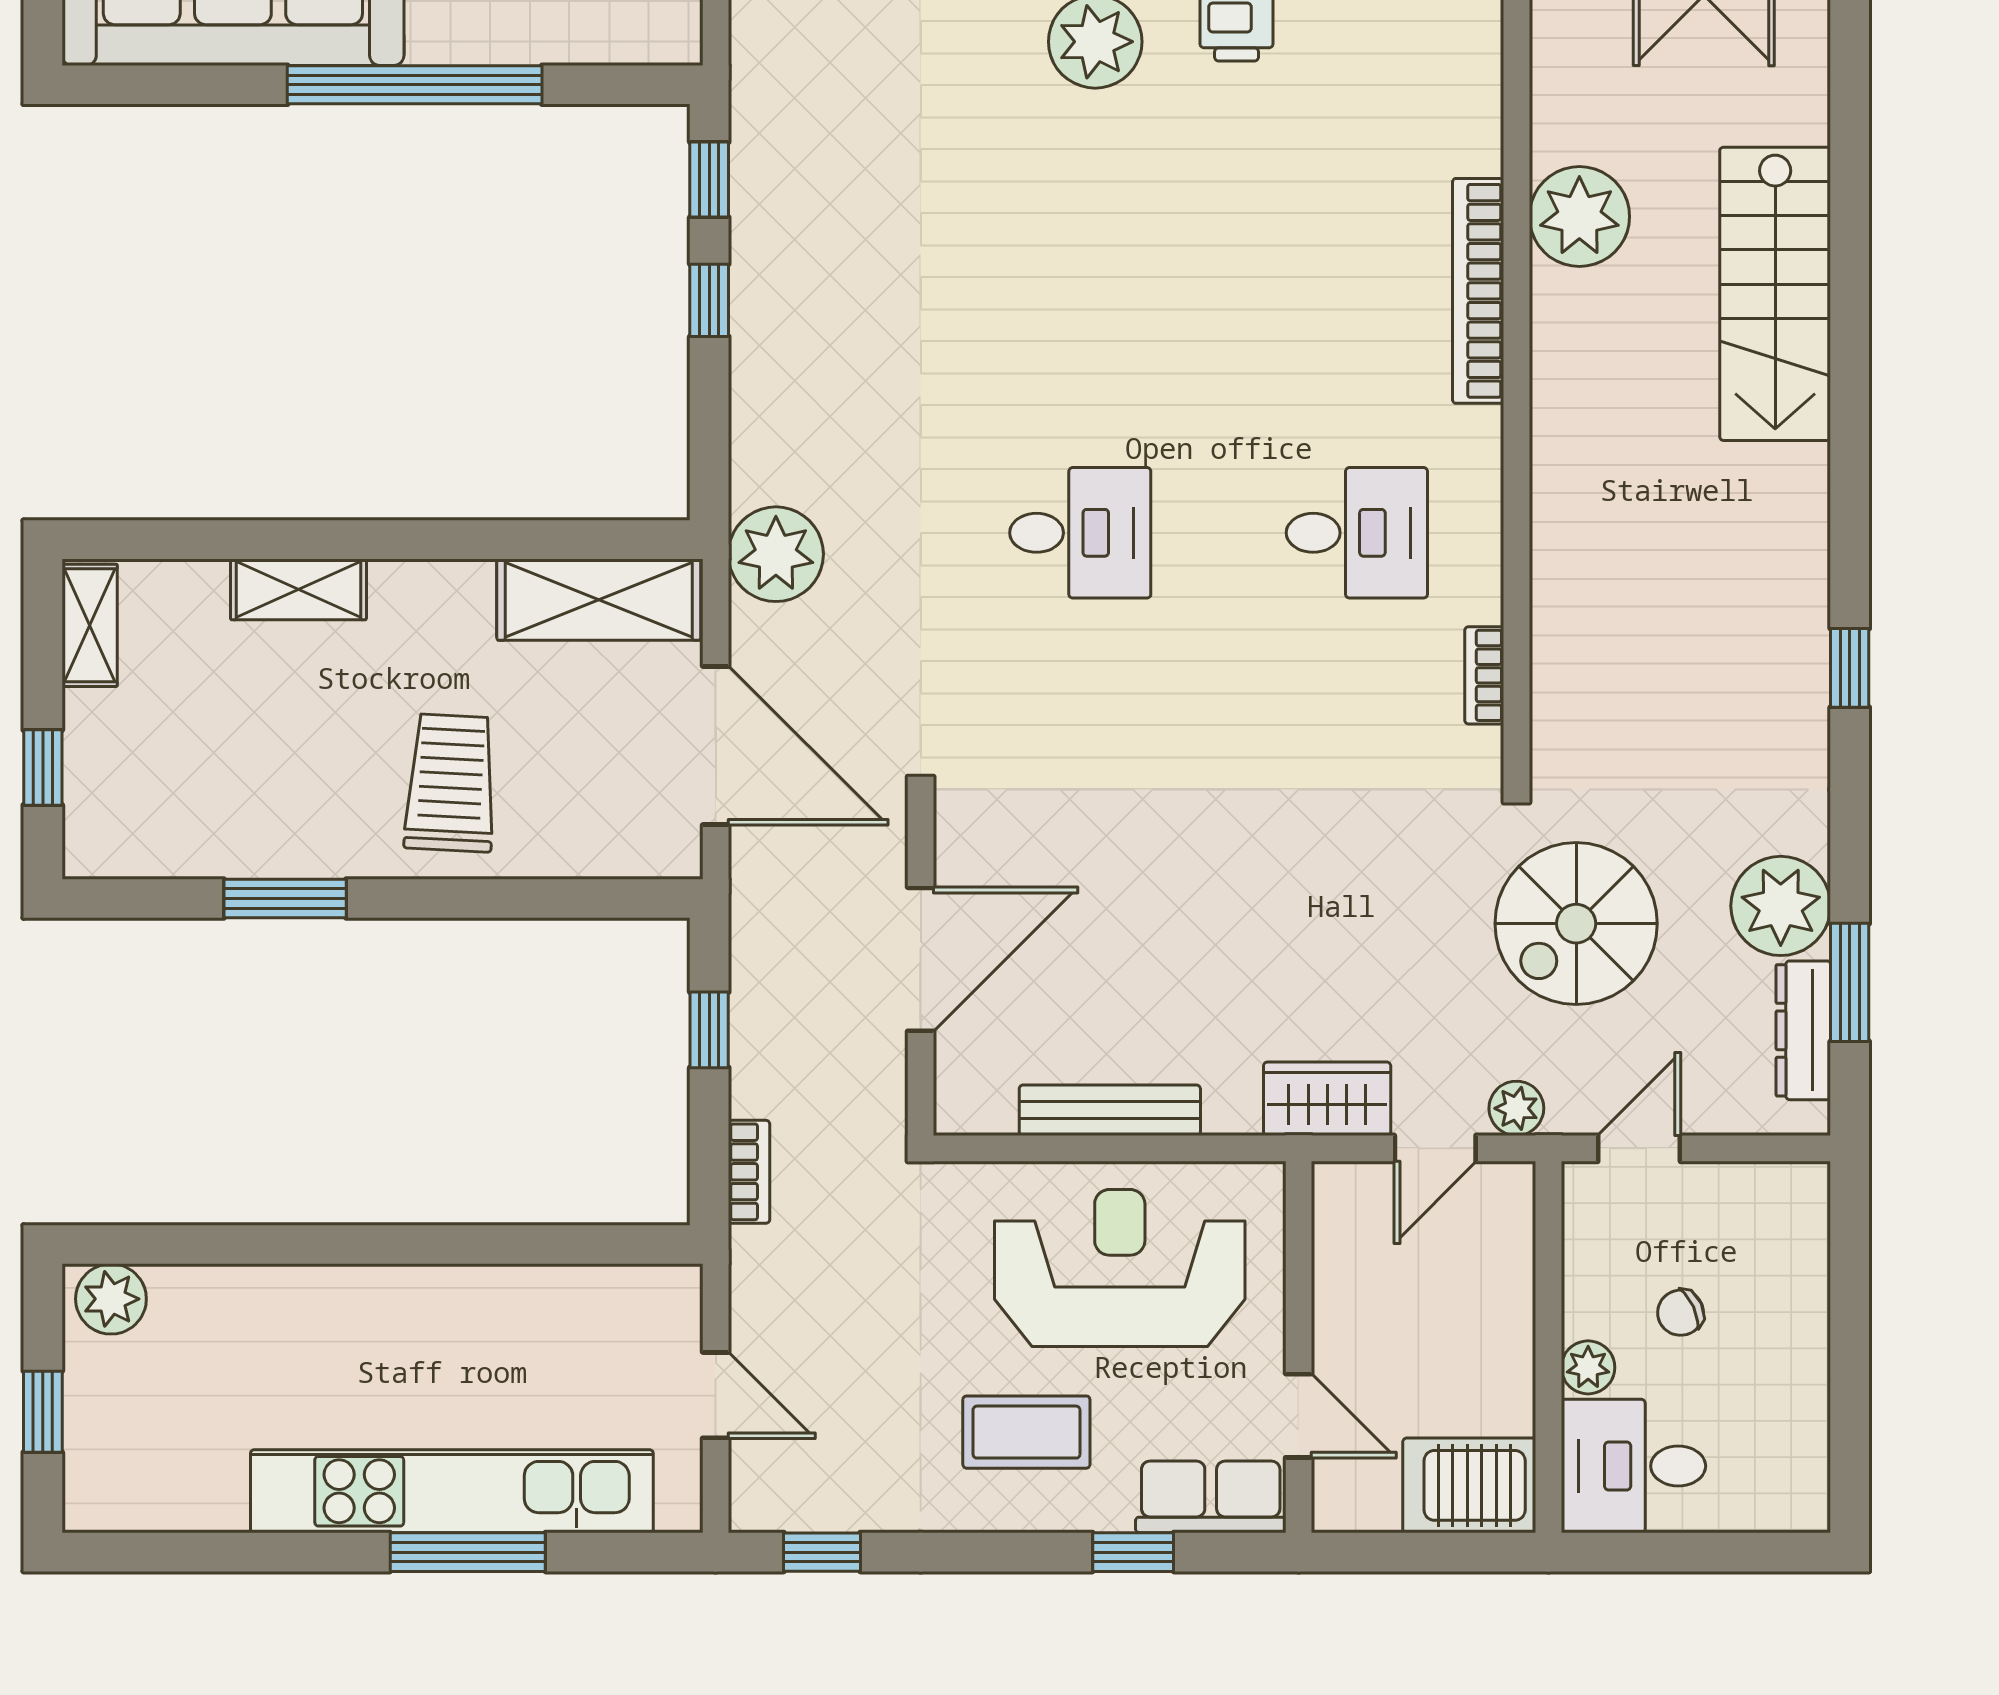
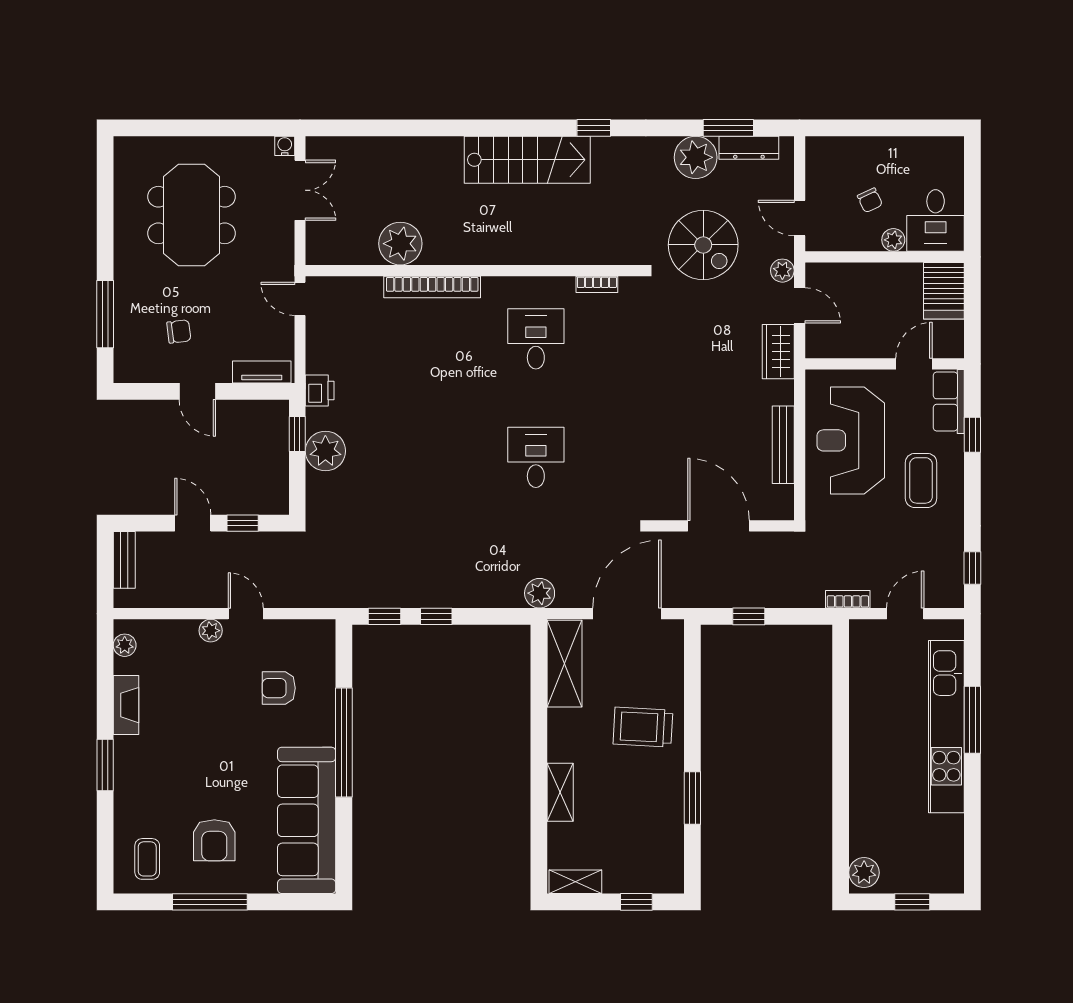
stairs: (1775, 294) -> (527, 160), moved
plant: (776, 554) -> (540, 593), width x0.73, depth x0.73
bookcase: (749, 1172) -> (848, 599), moved

